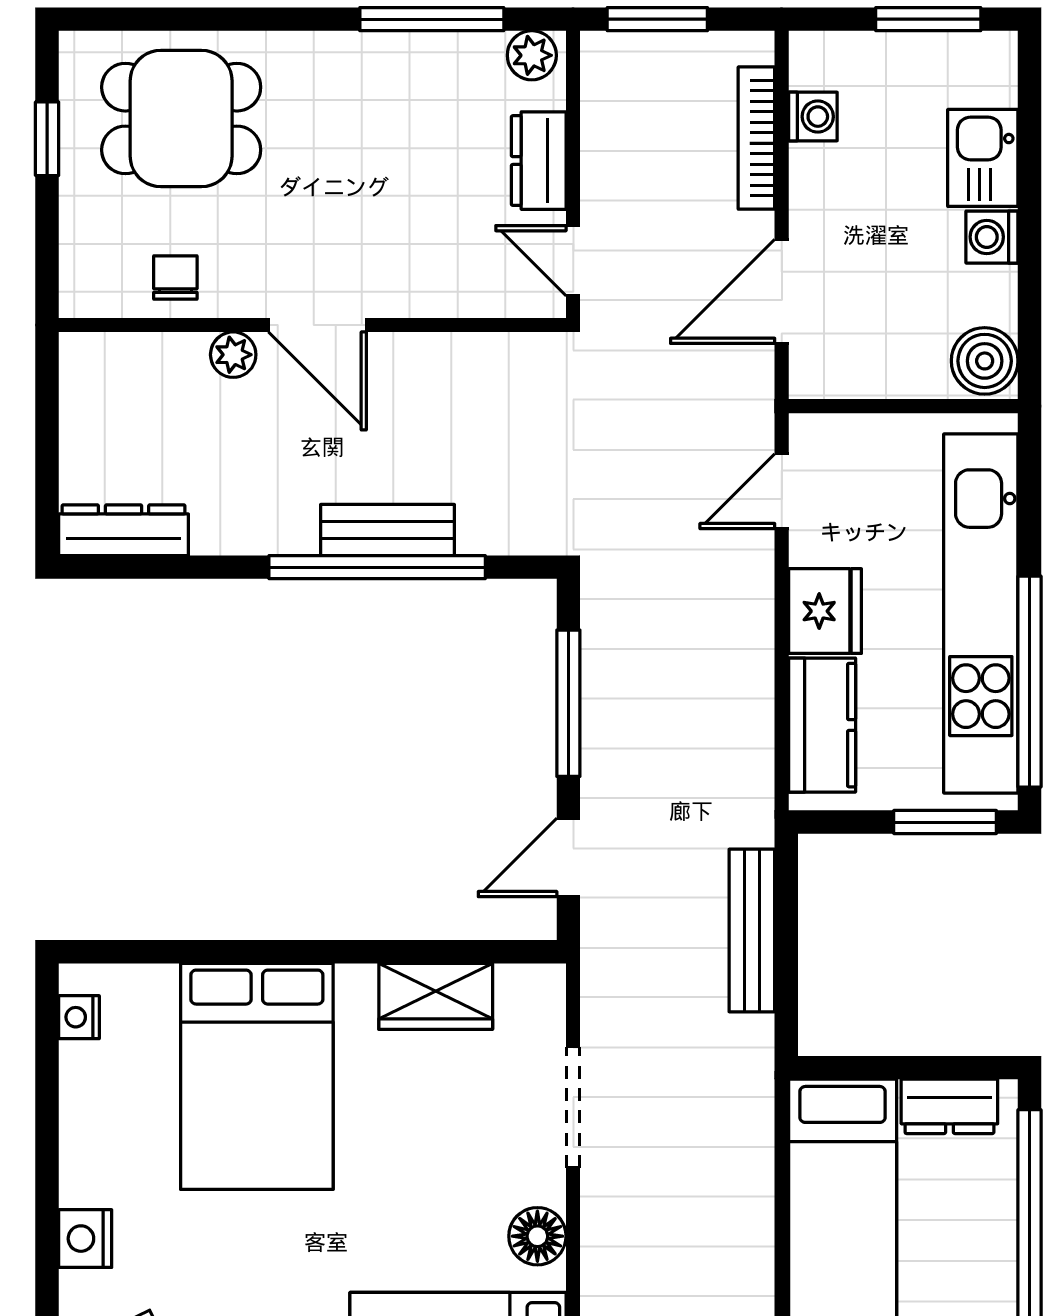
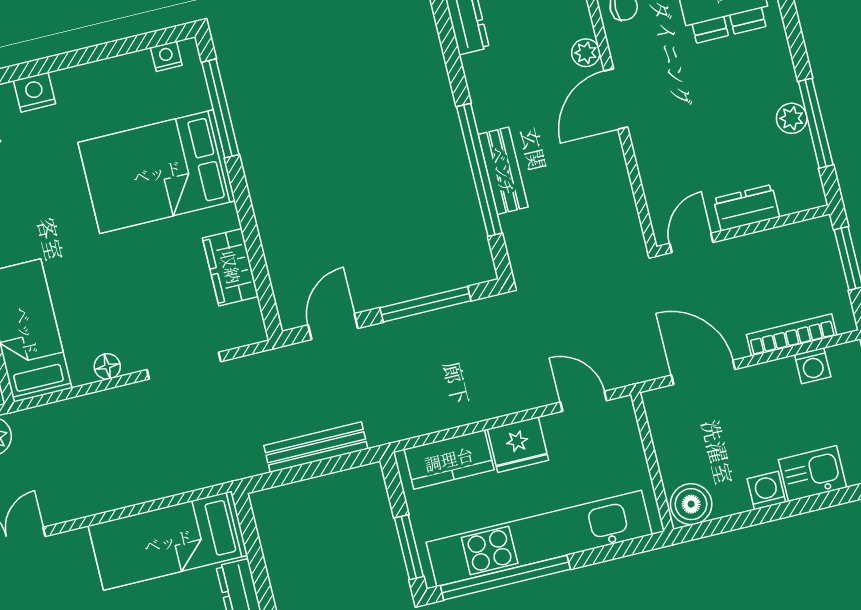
plant: (532, 55) -> (792, 118), moved
door: (568, 857) -> (333, 327), hinge flipped
window: (182, 952) -> (220, 108), added
floor lamp: (537, 1236) -> (107, 366), width x0.73, depth x0.73

